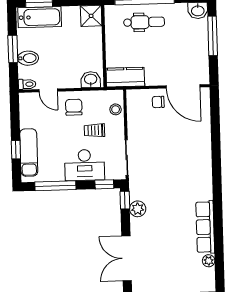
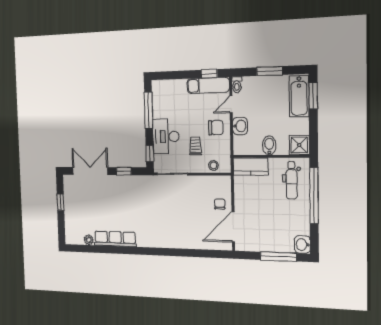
dental chair: (144, 22) -> (292, 180), moved
bidet: (28, 58) -> (269, 145), moved, turned 180
kitchen counter: (125, 77) -> (251, 167), moved, turned 90
washbasin: (91, 80) -> (240, 126), moved
window: (16, 150) -> (209, 74), moved
exam couch: (29, 152) -> (208, 85), moved
window: (125, 200) -> (124, 171), moved
plant: (138, 209) -> (130, 182), removed

